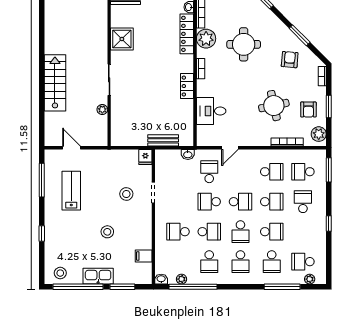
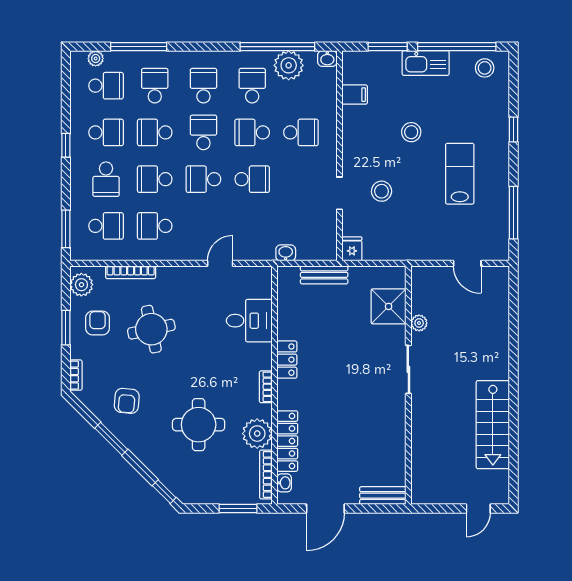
shower: (122, 39) -> (389, 306), moved
stairs: (55, 83) -> (493, 425), moved
school desk: (209, 172) -> (106, 132), moved, turned -90
lab bench: (71, 191) -> (460, 174), moved, turned 180
plant: (182, 279) -> (289, 65), width x1.88, depth x1.88

